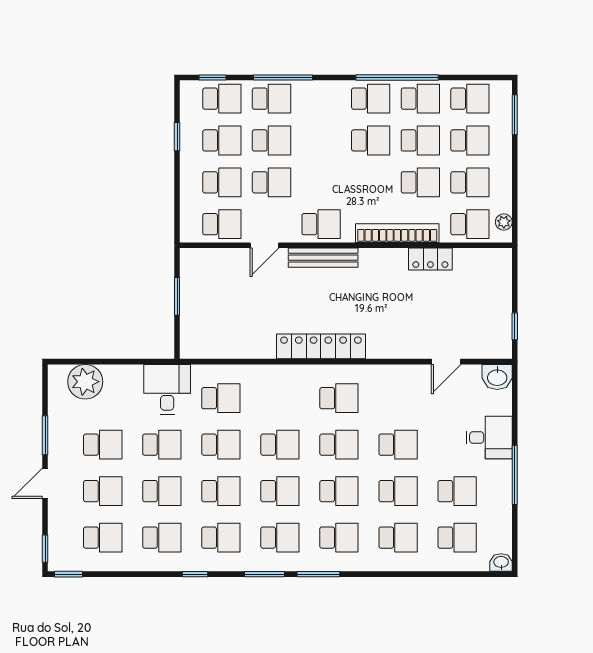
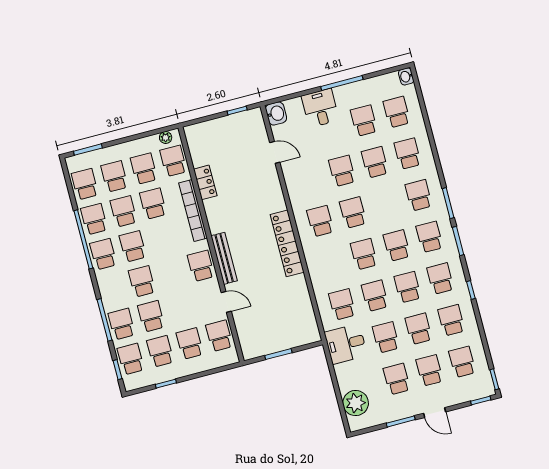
school desk: (271, 182) -> (142, 281), moved
school desk: (339, 491) -> (386, 204), removed

